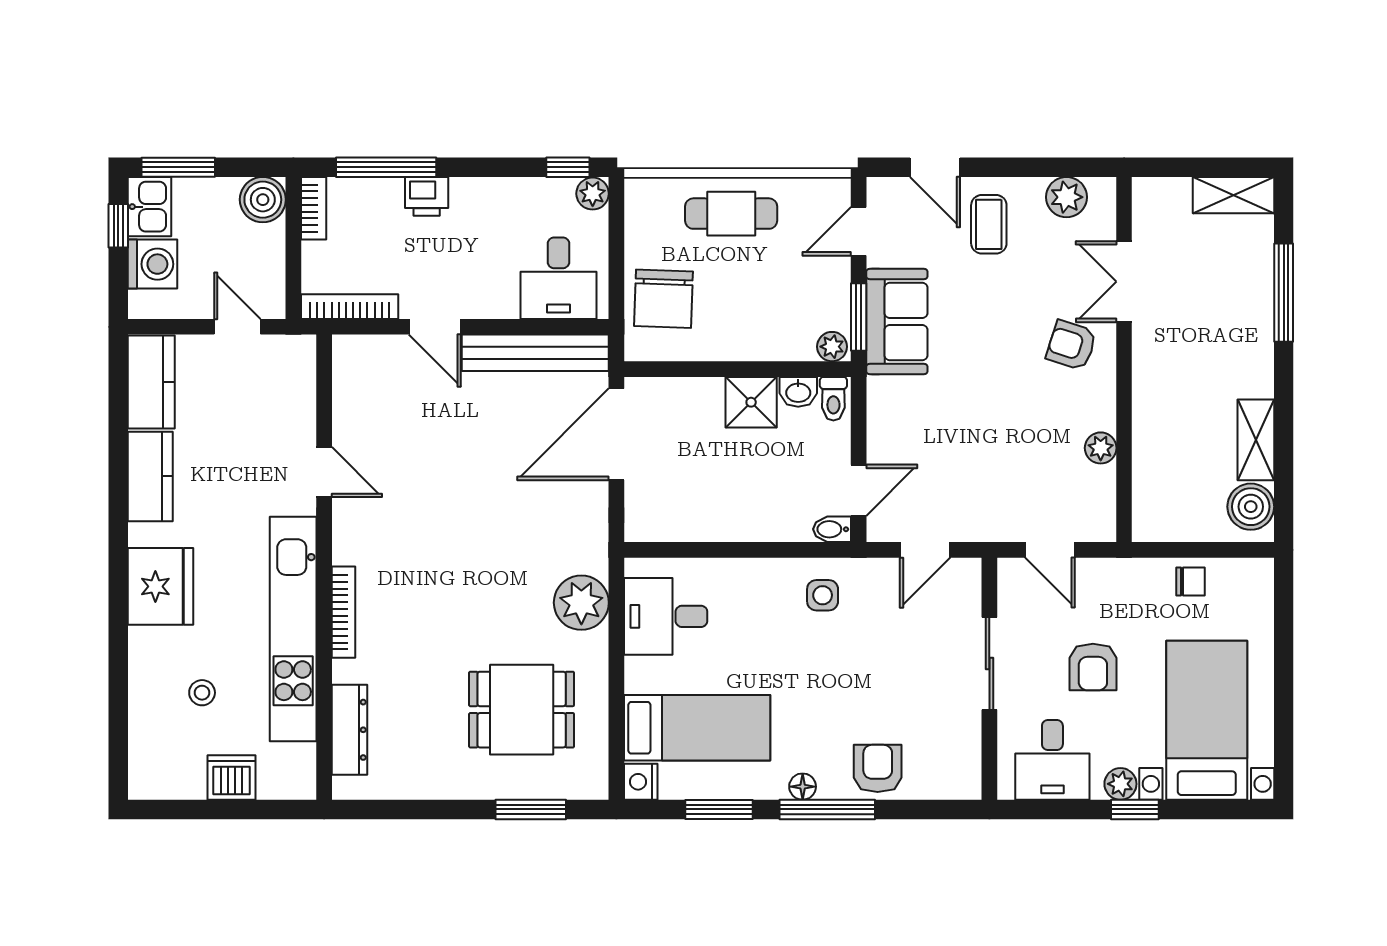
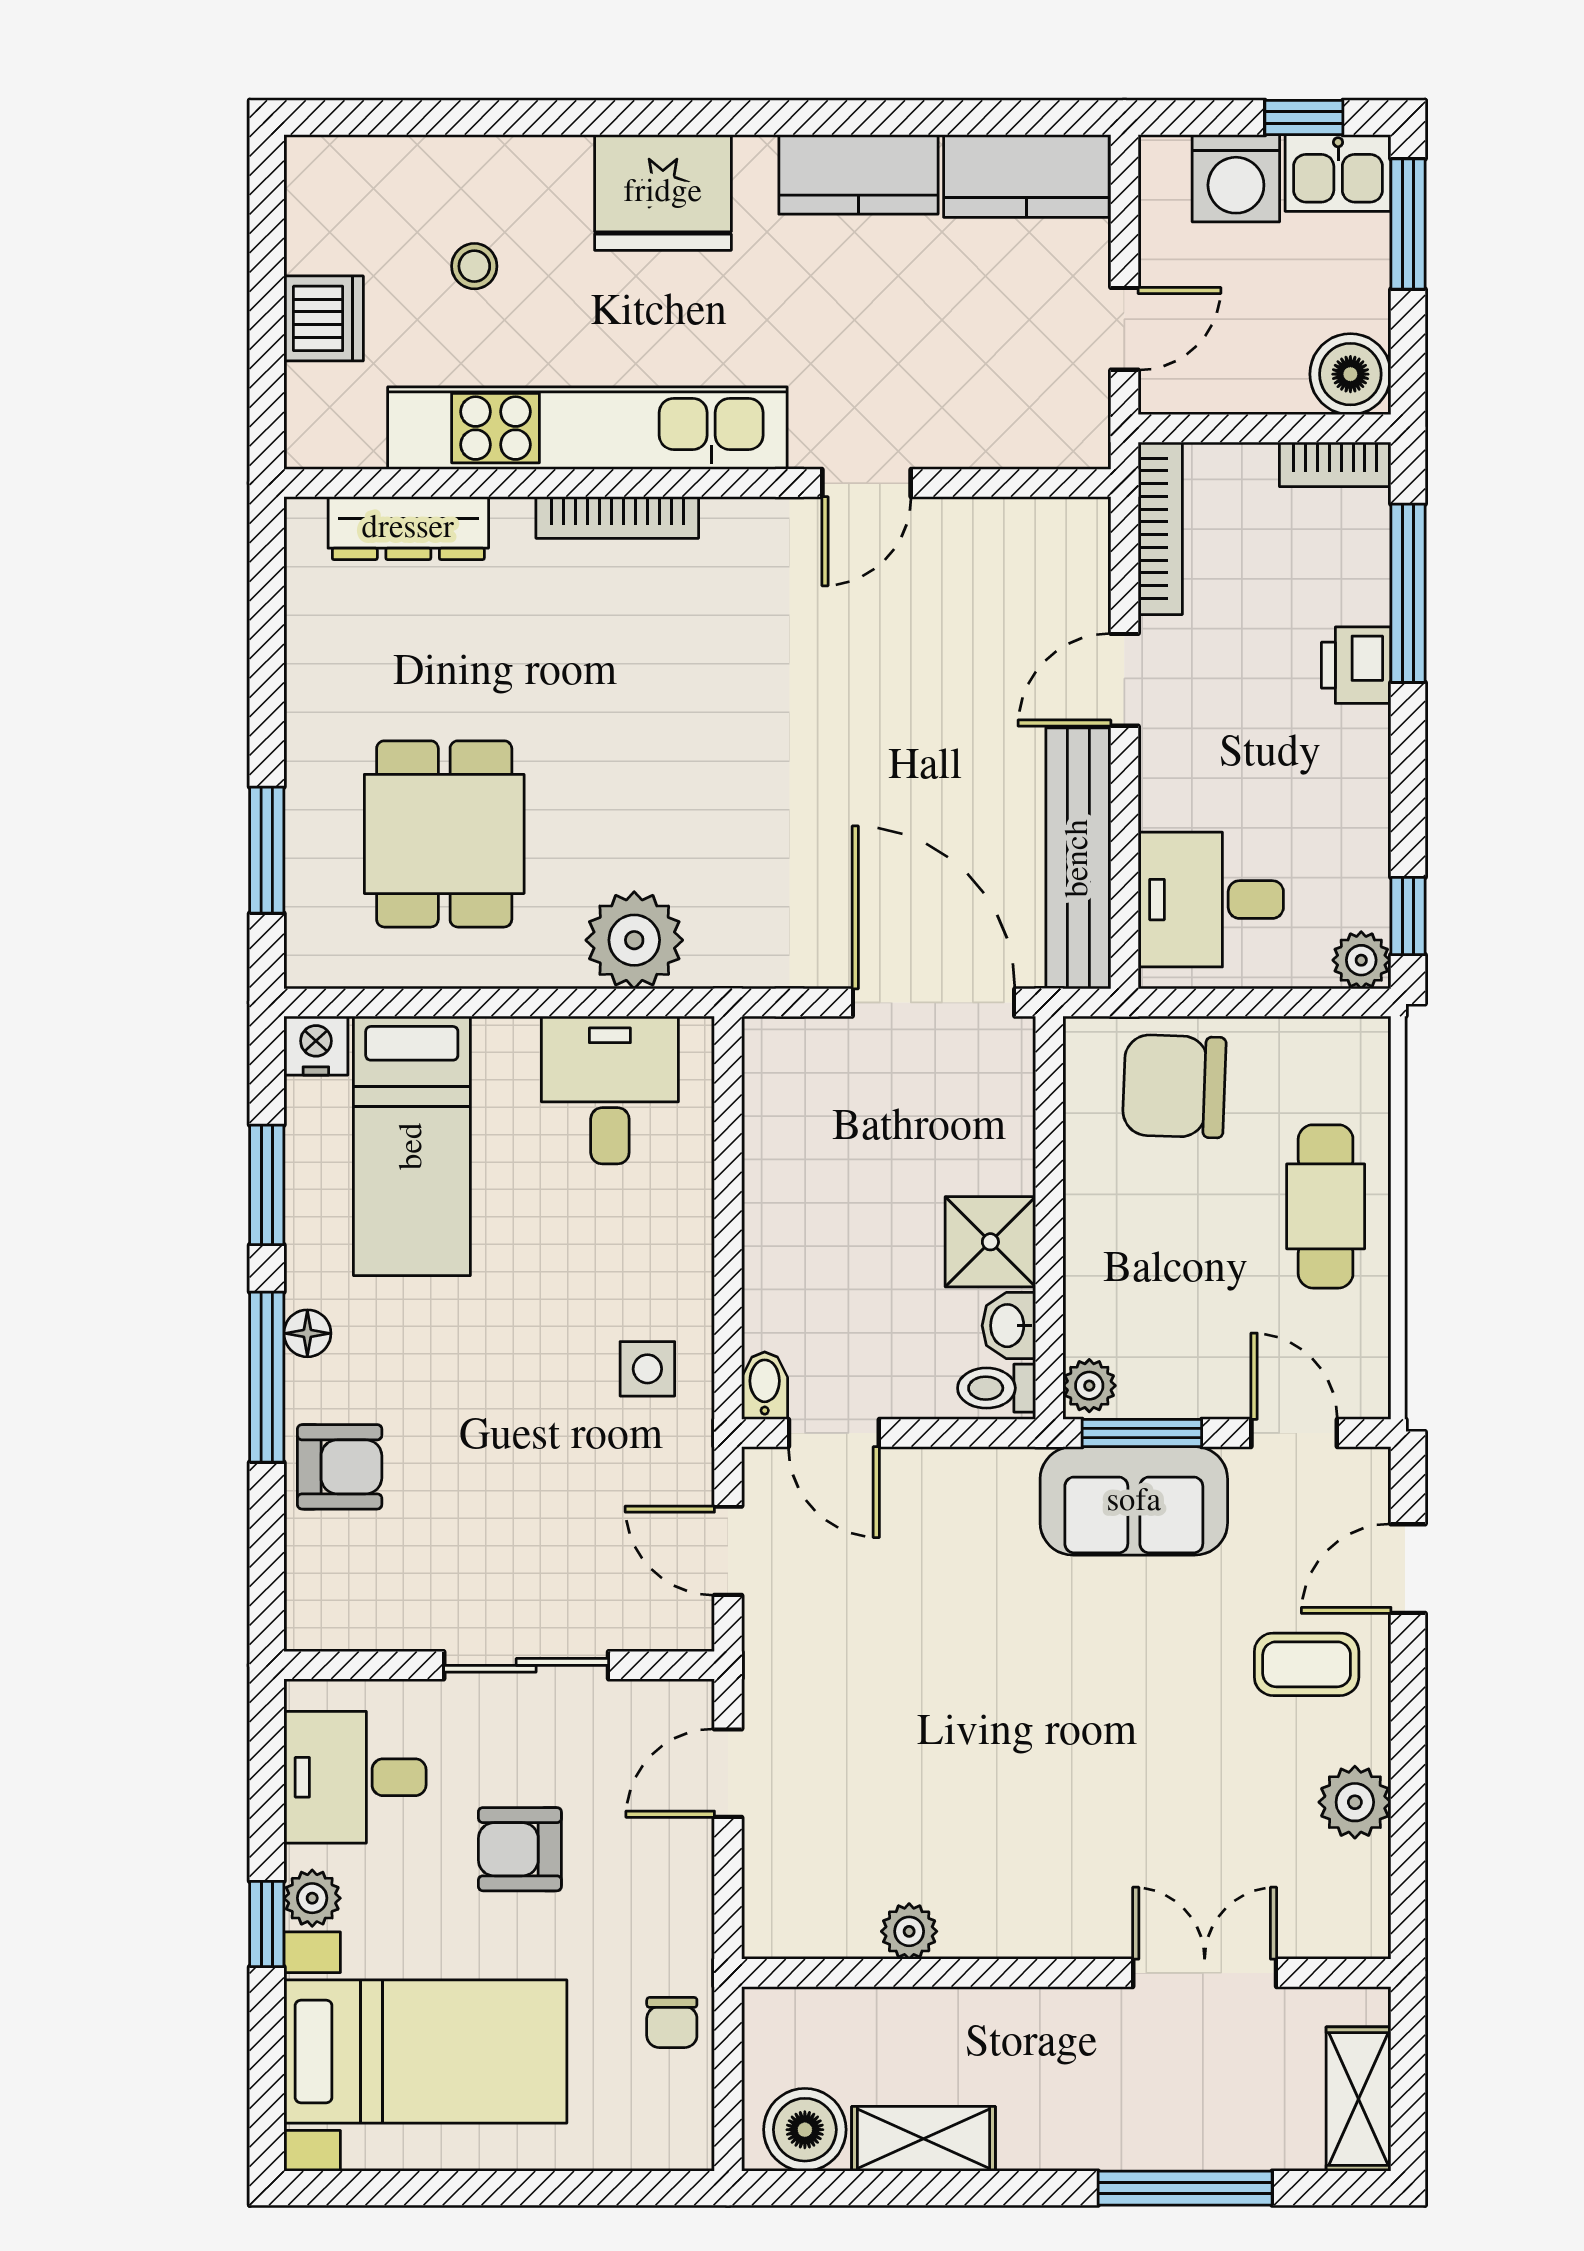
double door: (1124, 282) -> (1205, 1973), moved
armchair: (1071, 345) -> (1092, 1811), removed
wall: (1124, 359) -> (1066, 1973), moved
plant: (1101, 448) -> (909, 1931), moved

